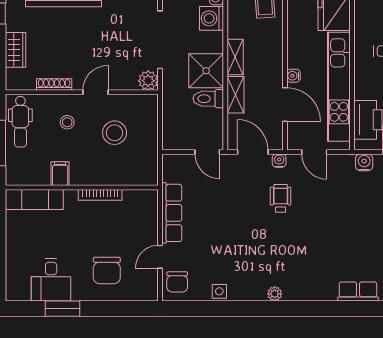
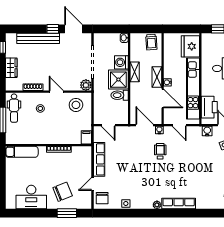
washing machine: (211, 18) -> (121, 62), moved
door: (95, 92) -> (56, 92), hinge flipped
shelving: (235, 95) -> (157, 77), moved
stool: (115, 133) -> (76, 105), moved
door: (207, 152) -> (108, 125), moved
filing cabinet: (60, 174) -> (86, 137), moved
chair: (107, 270) -> (63, 192), turned -112
desk: (51, 280) -> (31, 197), width x1.37
row of seats: (358, 291) -> (179, 204), moved, width x1.48
window: (62, 309) -> (67, 213), moved

